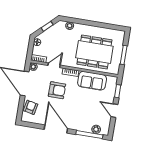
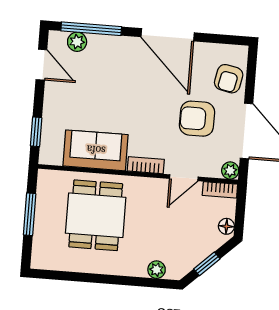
dining table: (94, 52) -> (96, 215), width x0.73
armchair: (57, 90) -> (197, 119), moved
door: (114, 111) -> (41, 65), moved

